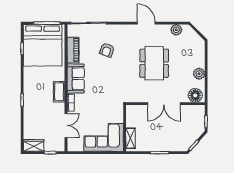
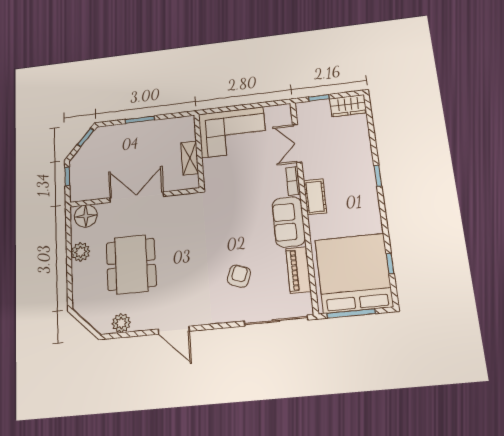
dining table: (154, 63) -> (131, 264), moved
shelving: (130, 138) -> (190, 158), moved

